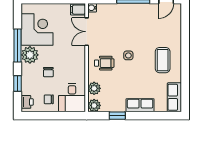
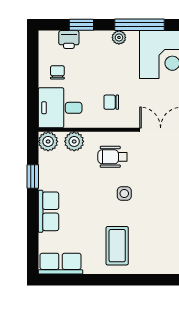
plant: (30, 55) -> (119, 37), width x0.53, depth x0.53
coffee table: (163, 60) -> (117, 246), turned 90
wheelchair: (104, 63) -> (113, 157), turned 90
chair: (48, 72) -> (111, 102), moved
printer: (27, 102) -> (69, 39), moved

